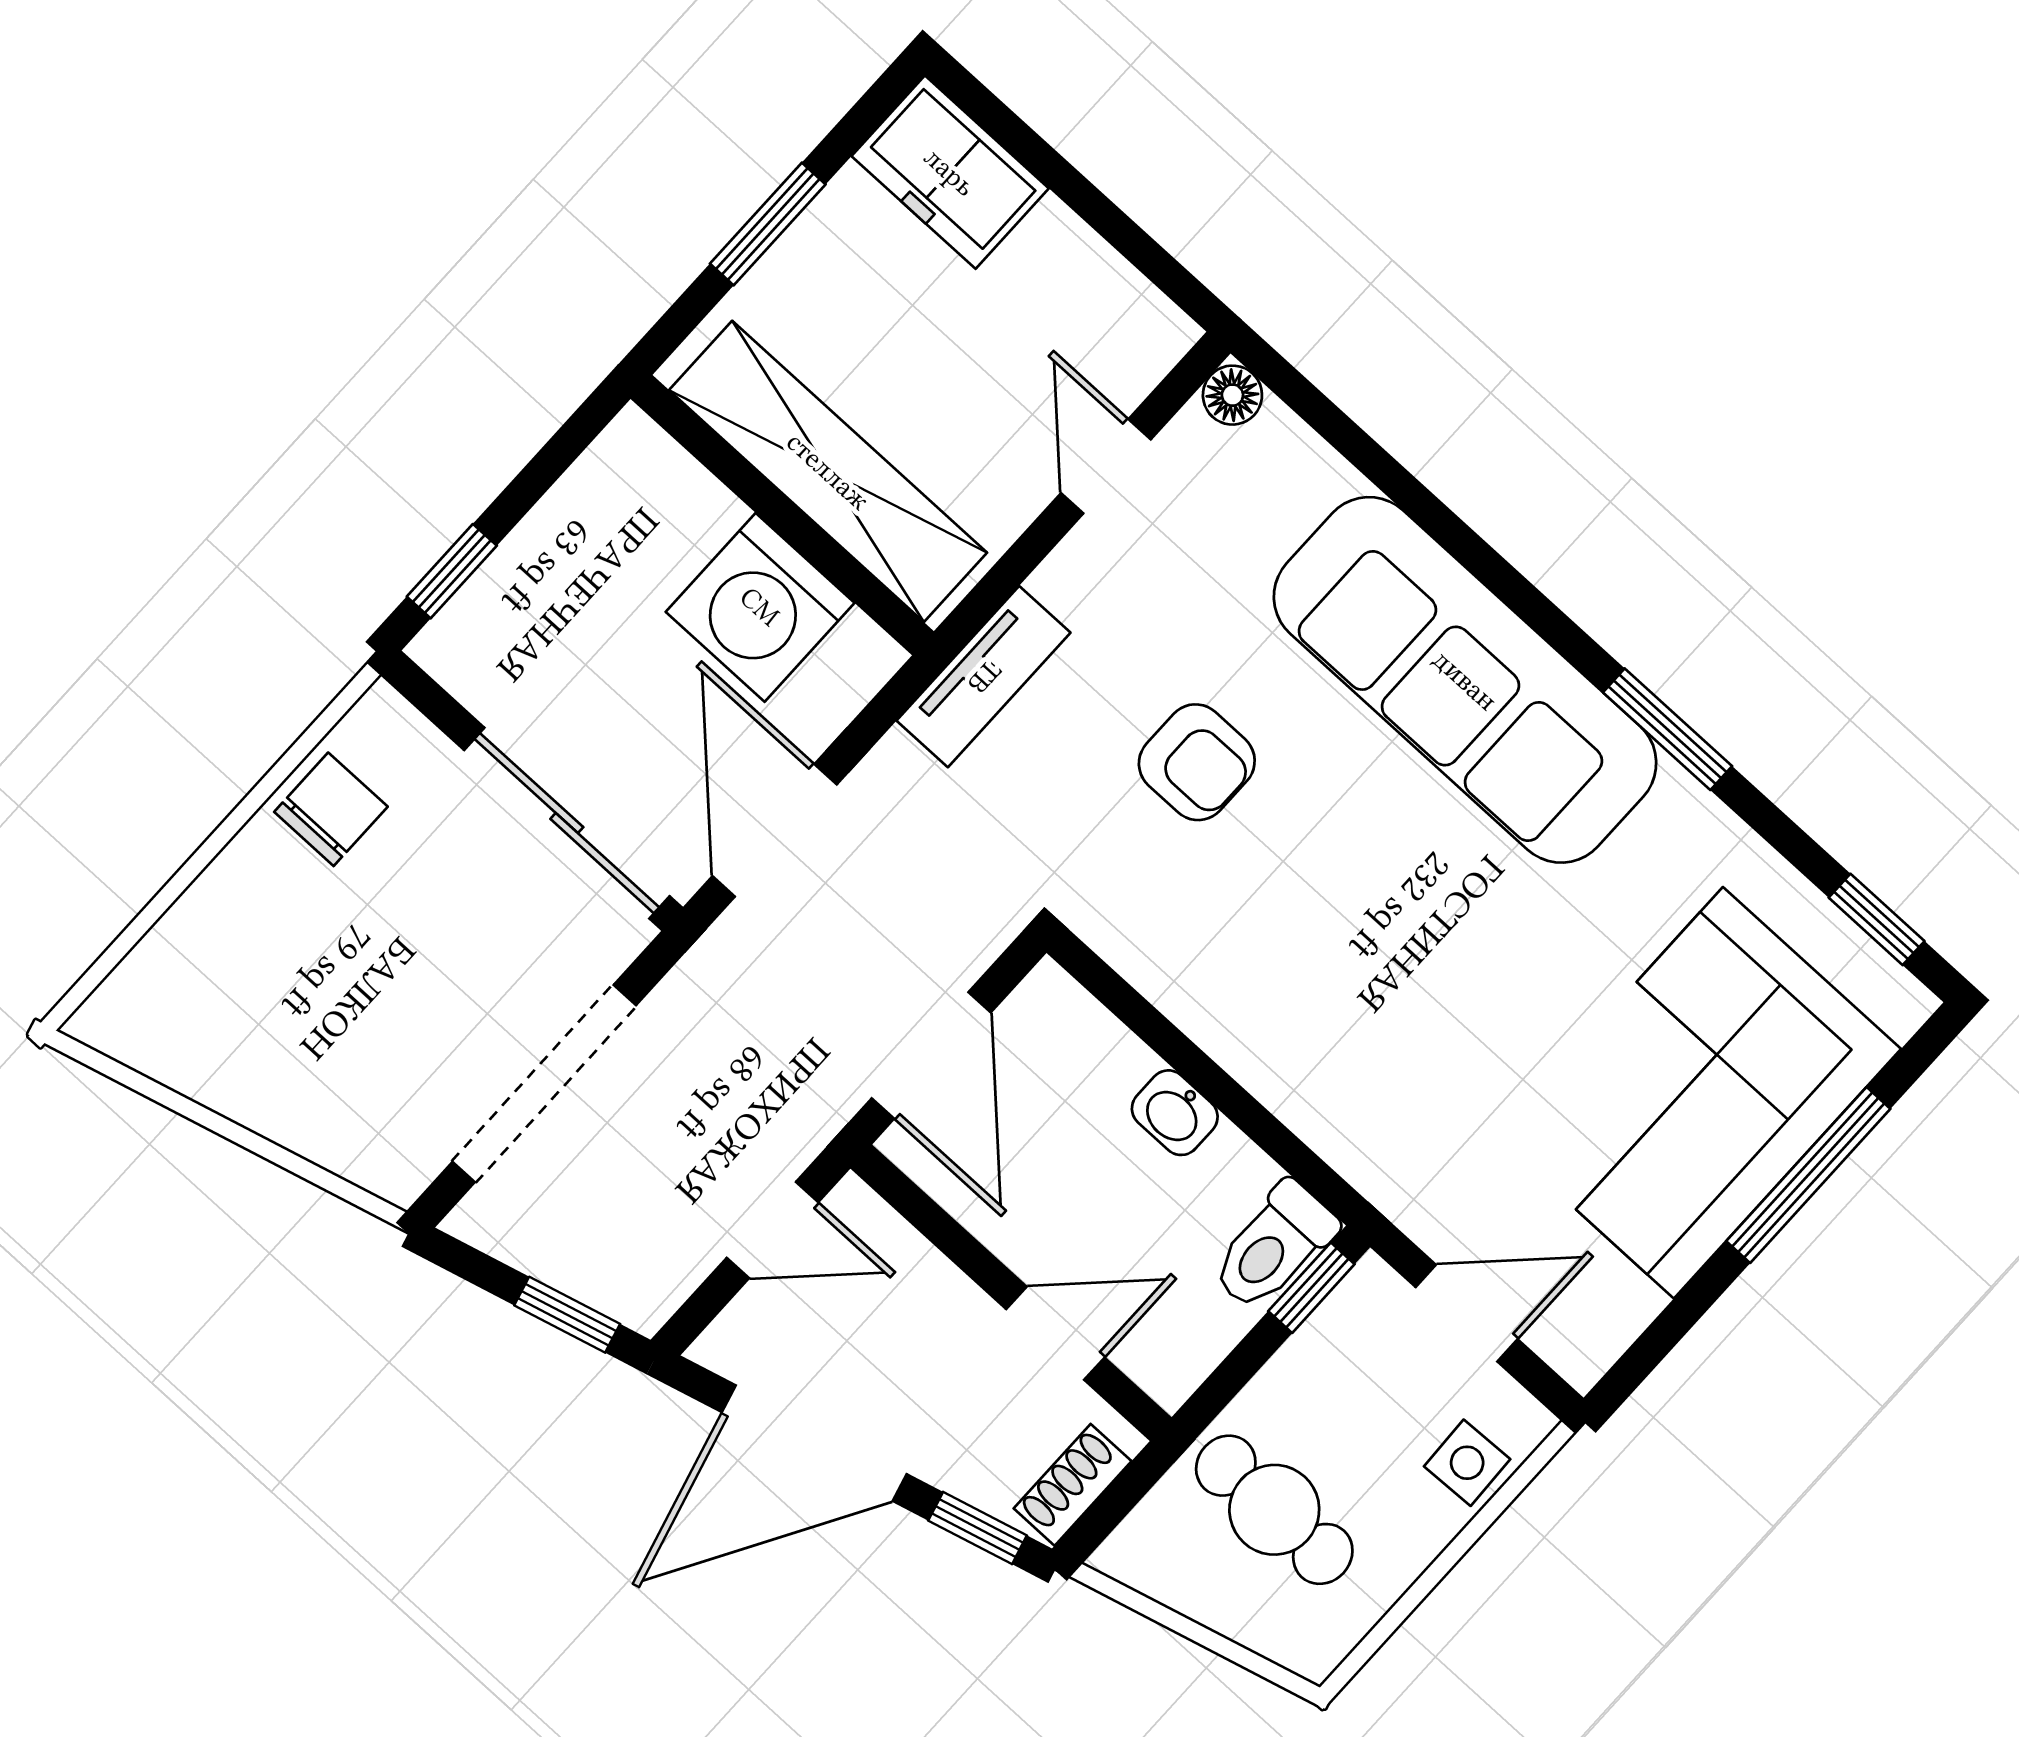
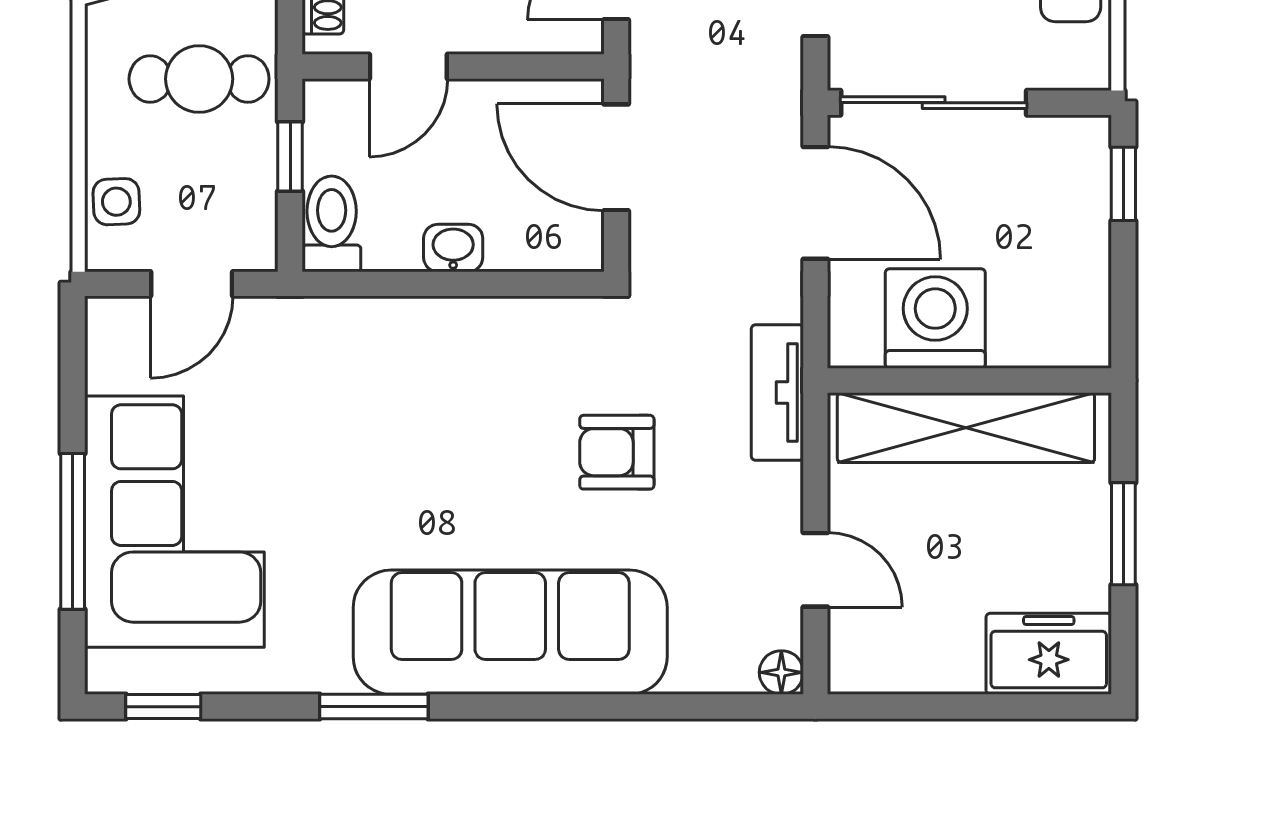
window: (1311, 1288) -> (290, 156), moved

